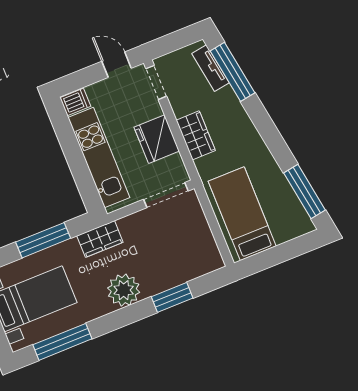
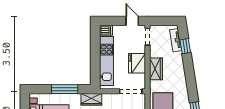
window: (233, 72) -> (185, 46), width x0.46

